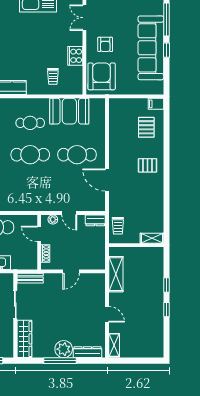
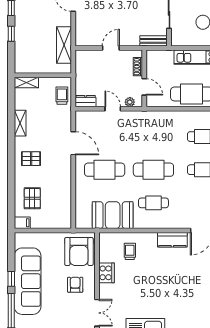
shelving: (158, 199) -> (20, 123), added

